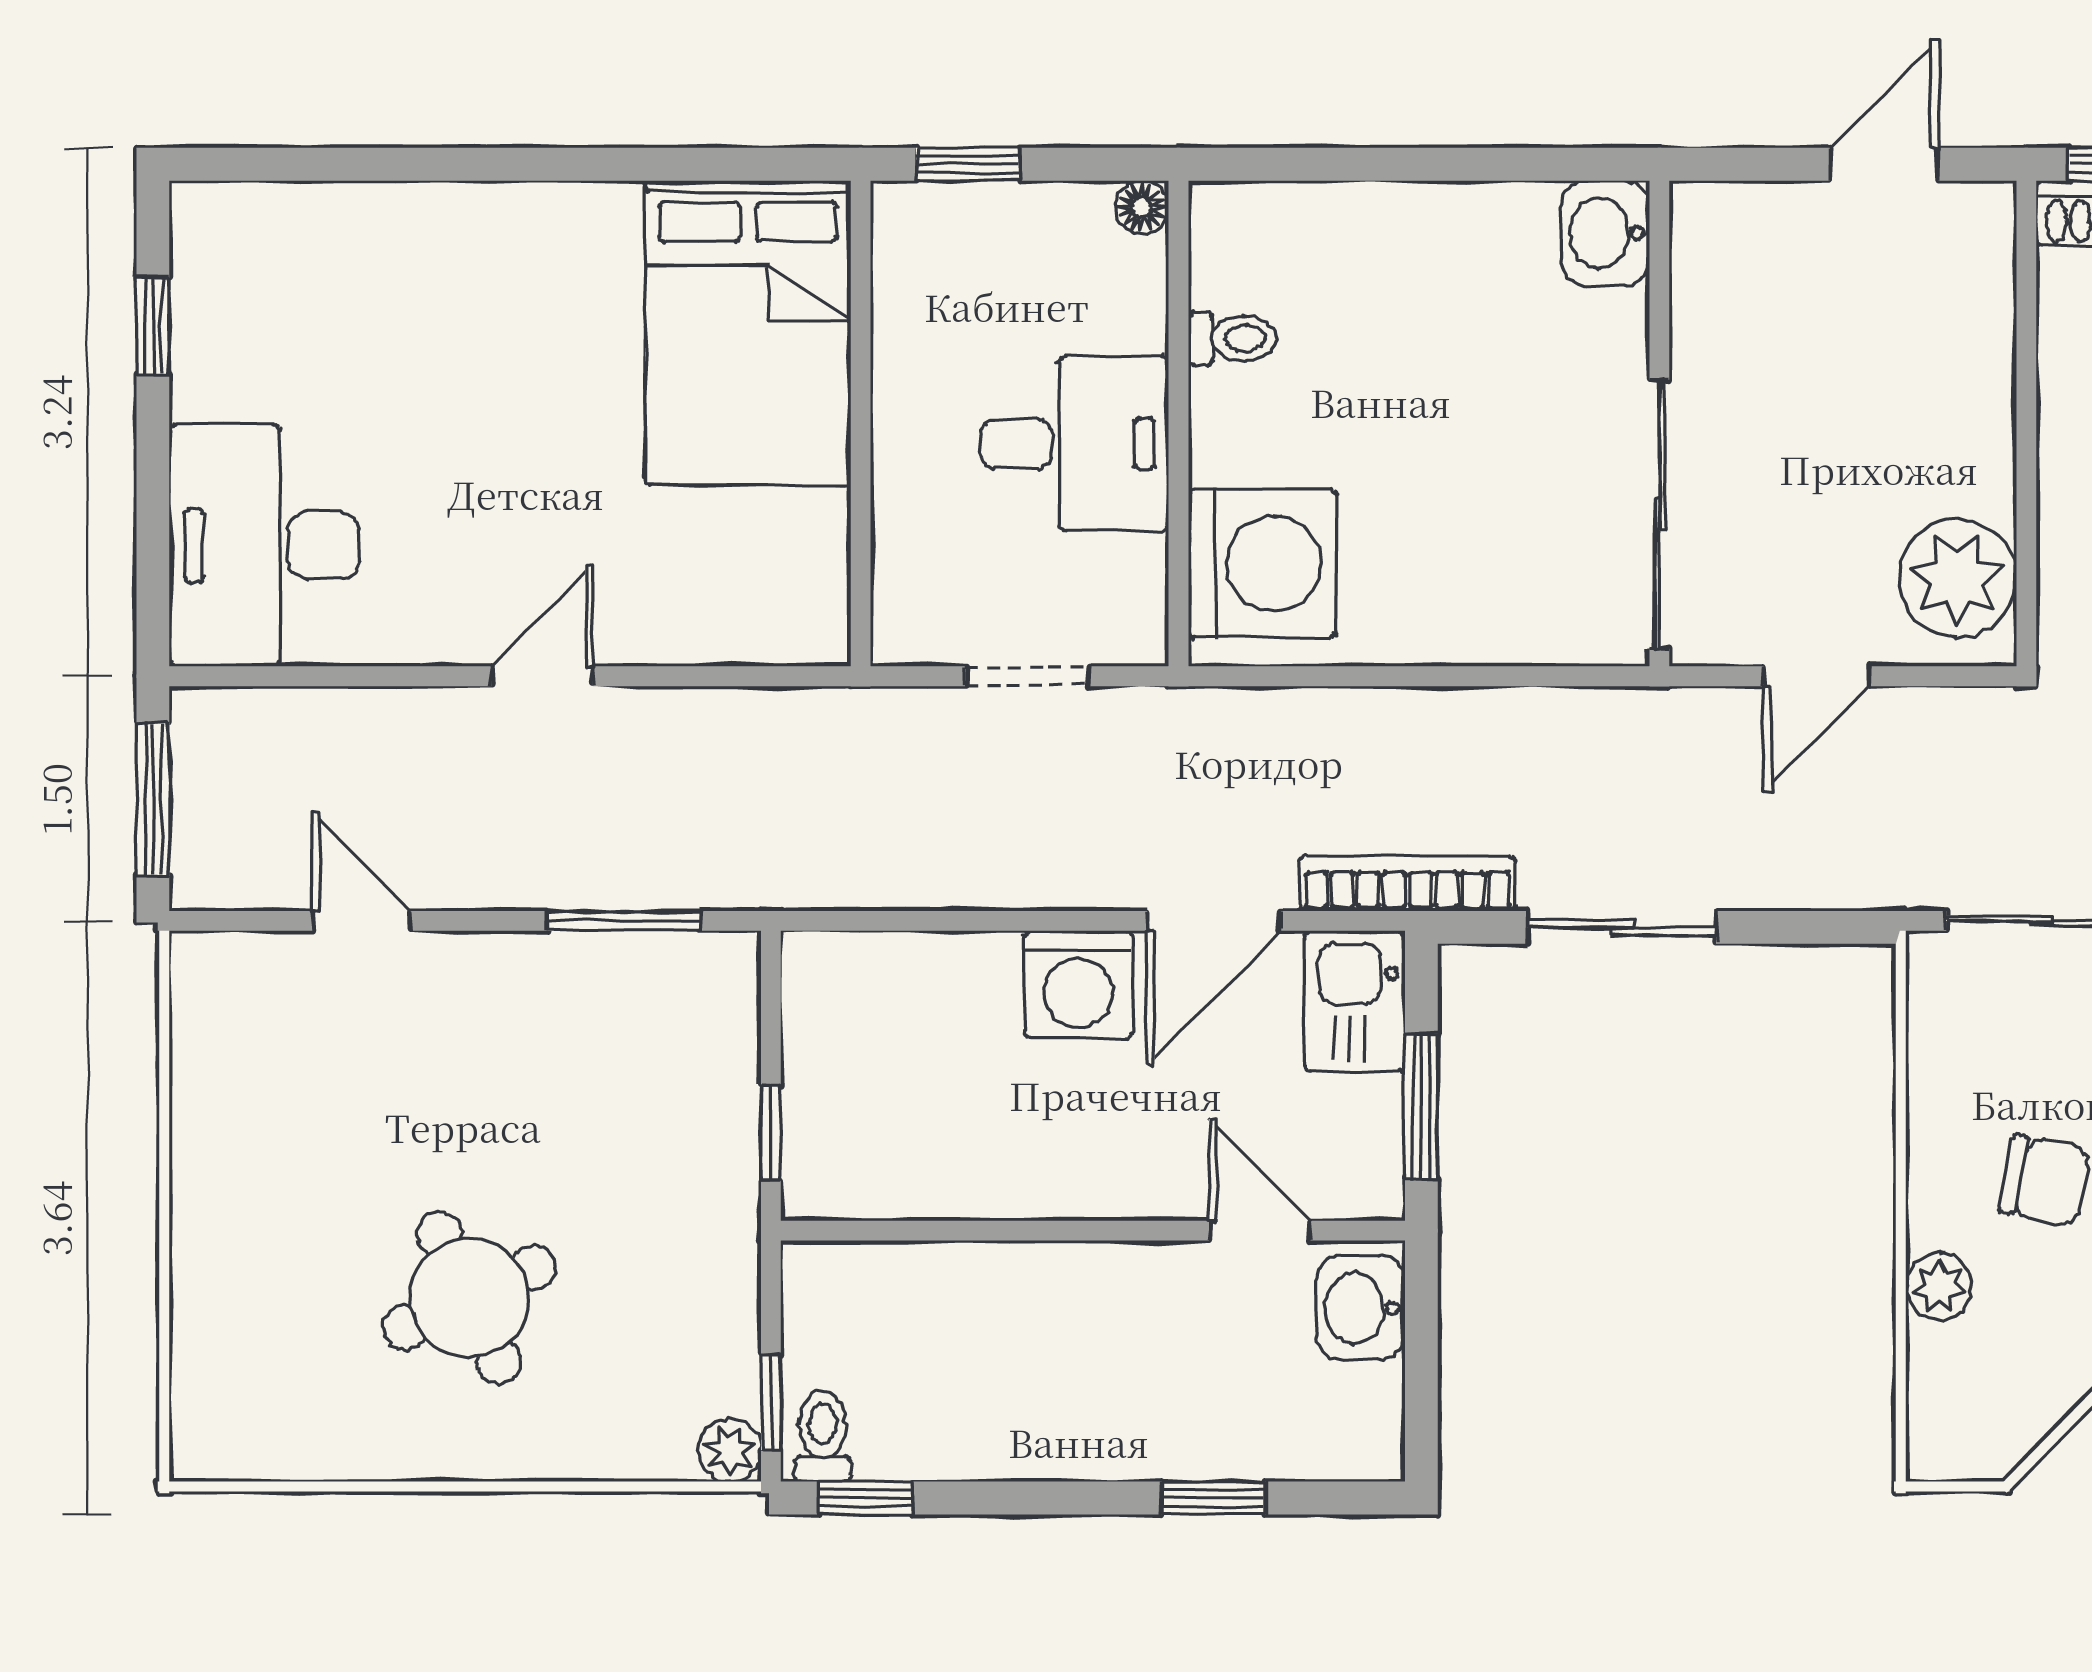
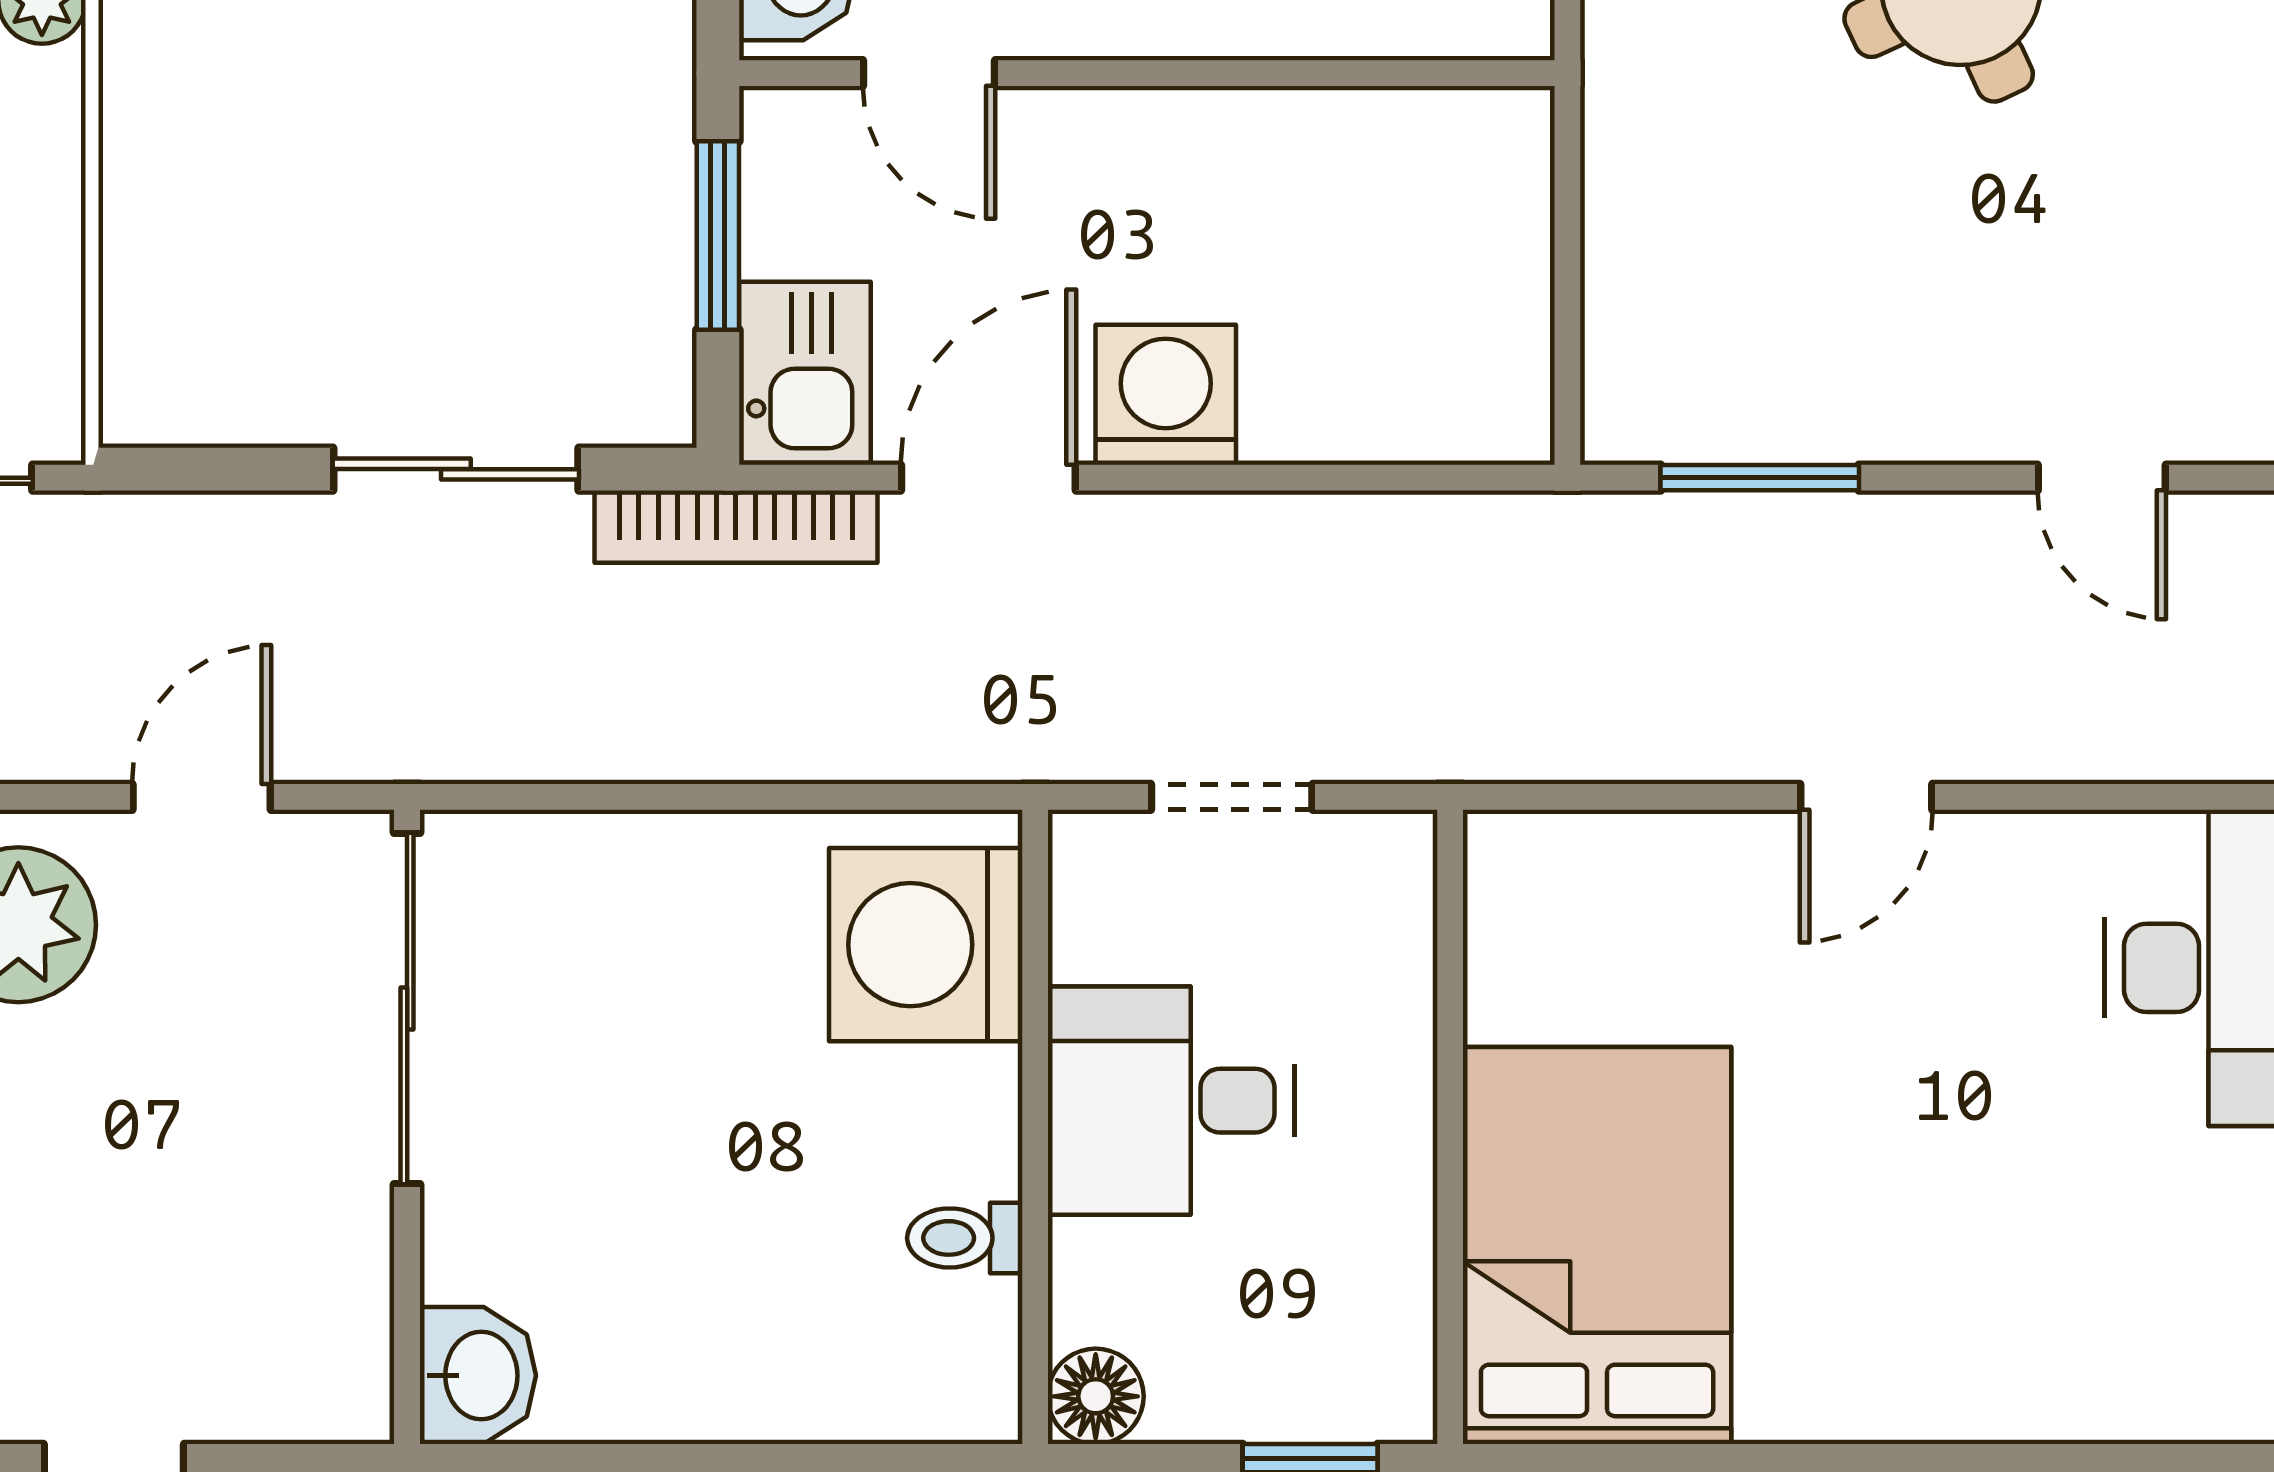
floor lamp: (1142, 207) -> (1096, 1396), width x1.37, depth x1.37
window: (771, 1133) -> (1567, 200), removed

